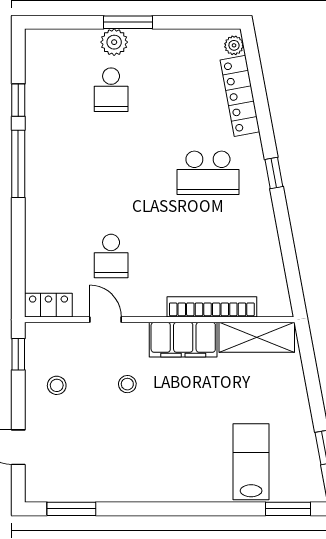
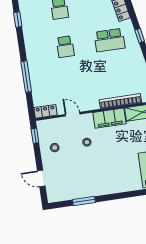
window: (18, 164) -> (26, 76), moved
school desk: (111, 256) -> (65, 47), moved
window: (71, 509) -> (84, 201), moved

